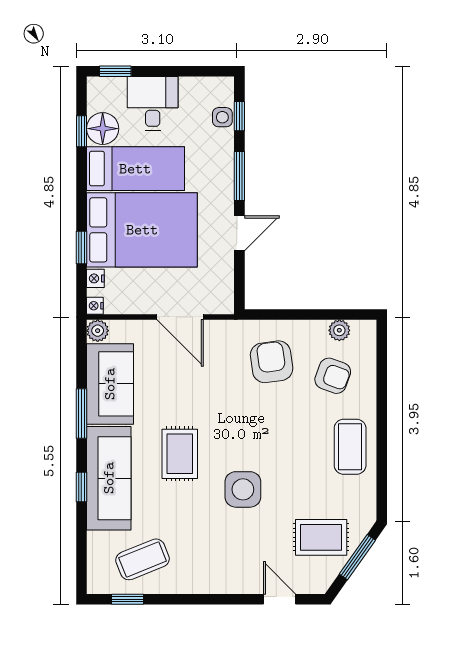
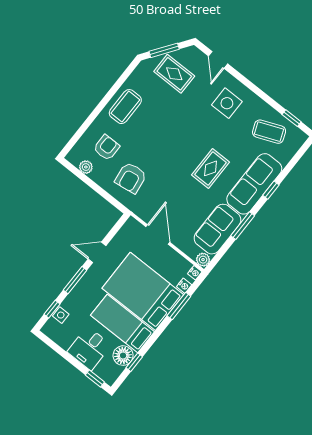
window: (81, 247) -> (179, 306), width x1.50
armchair: (333, 376) -> (107, 148), turned 70
side table: (243, 489) -> (227, 103), moved

